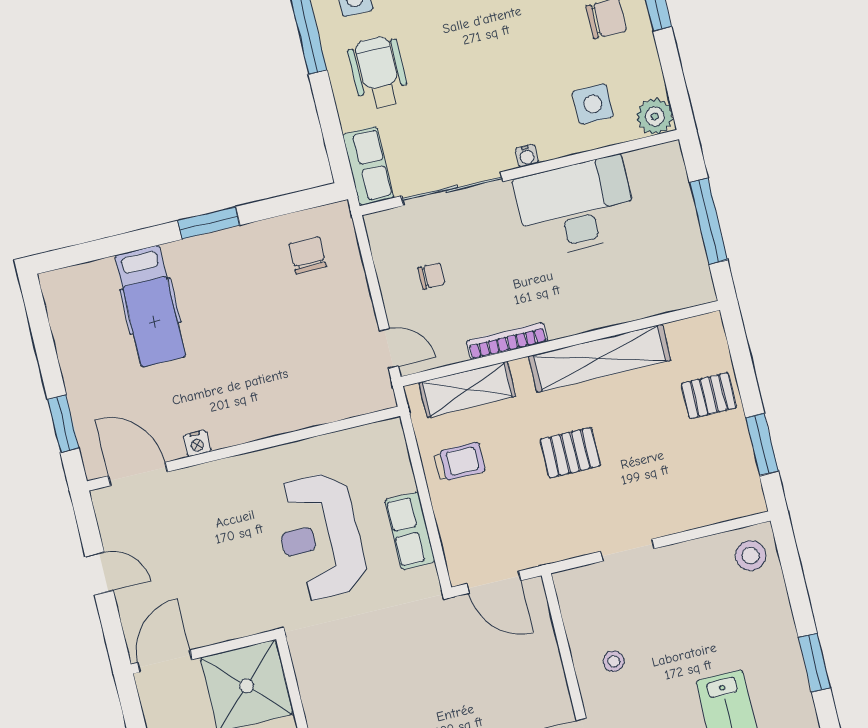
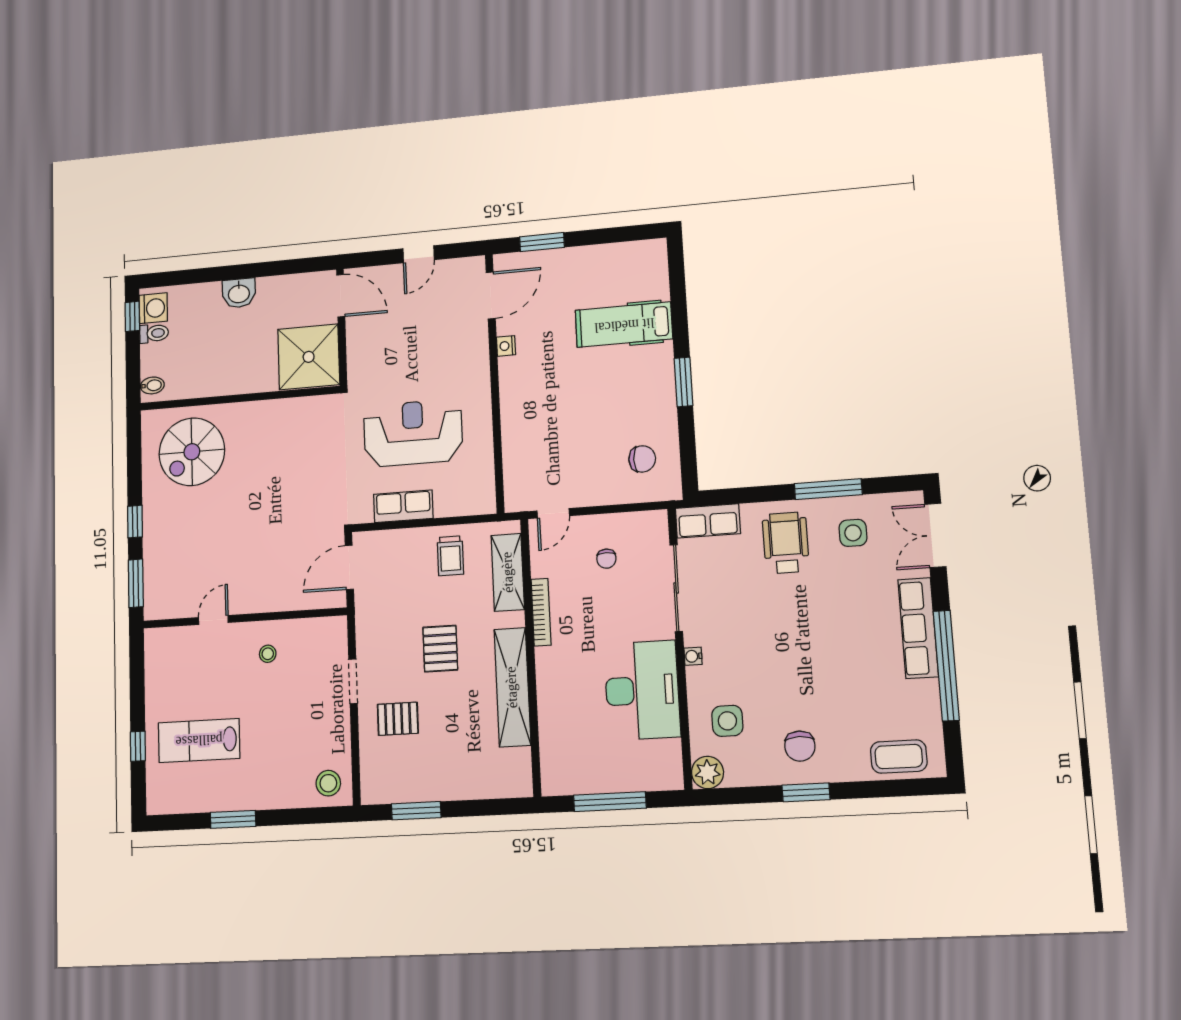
wheelchair: (379, 73) -> (786, 543), turned -90
pallet: (709, 396) -> (398, 719), moved, turned 90

